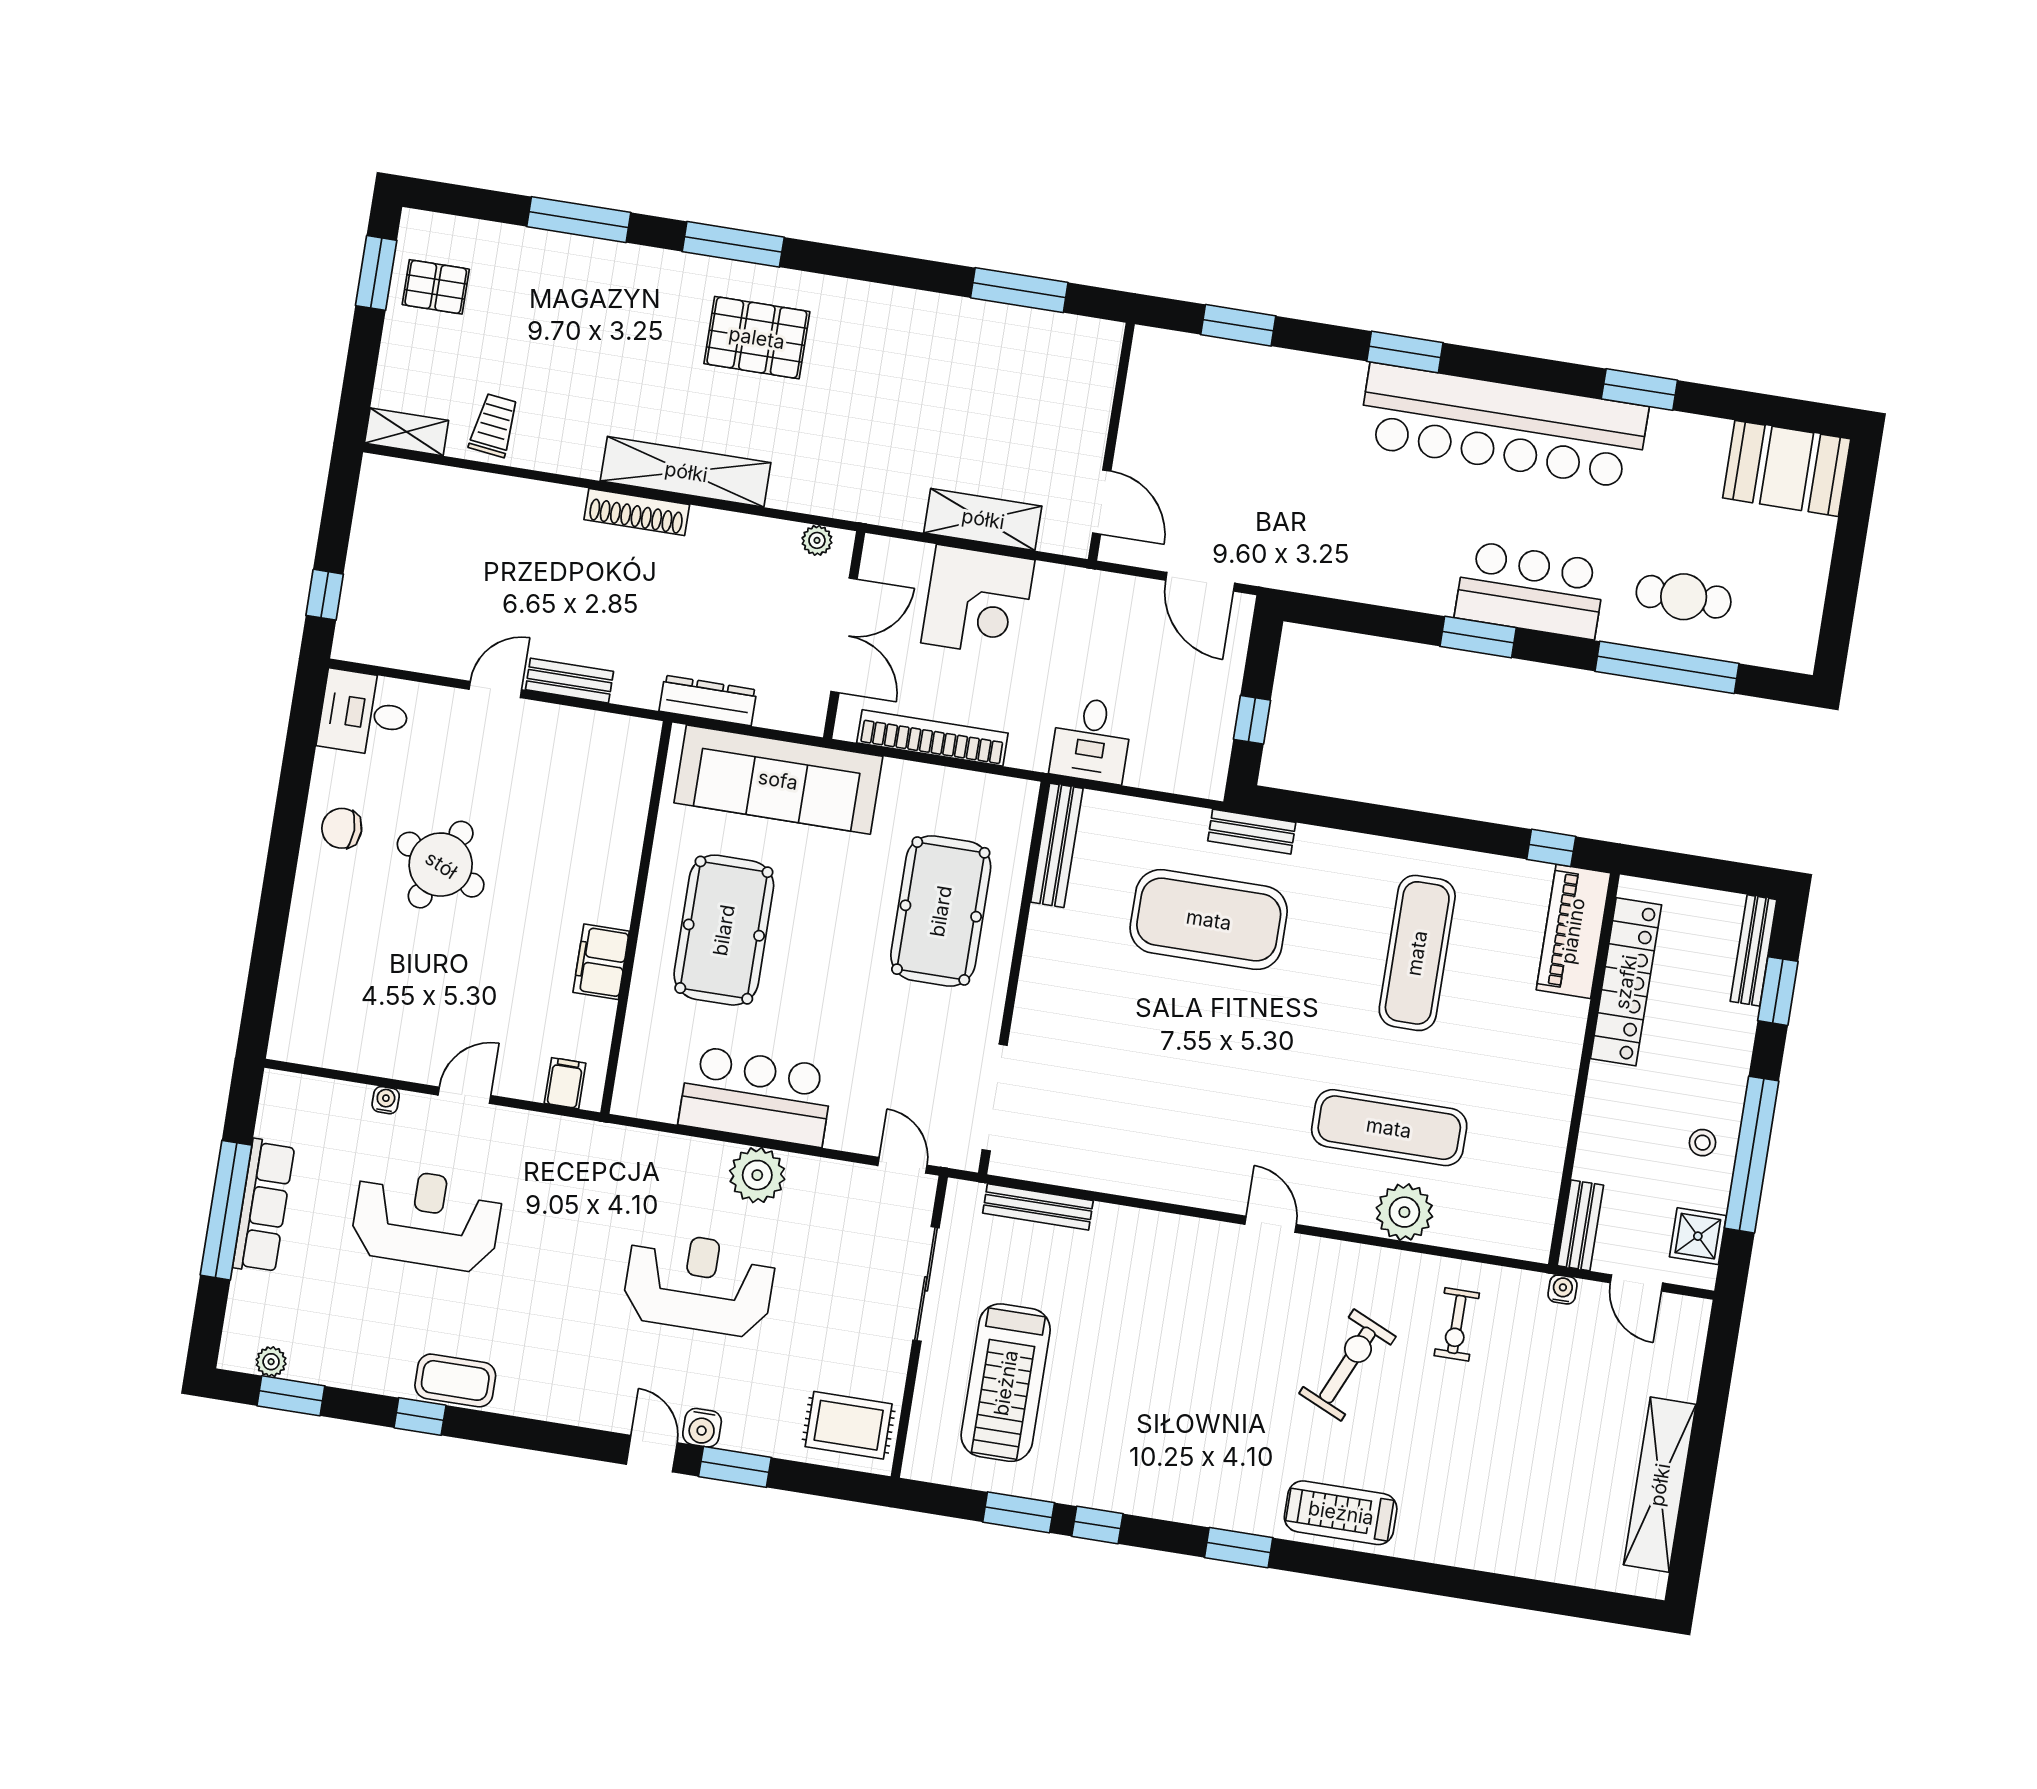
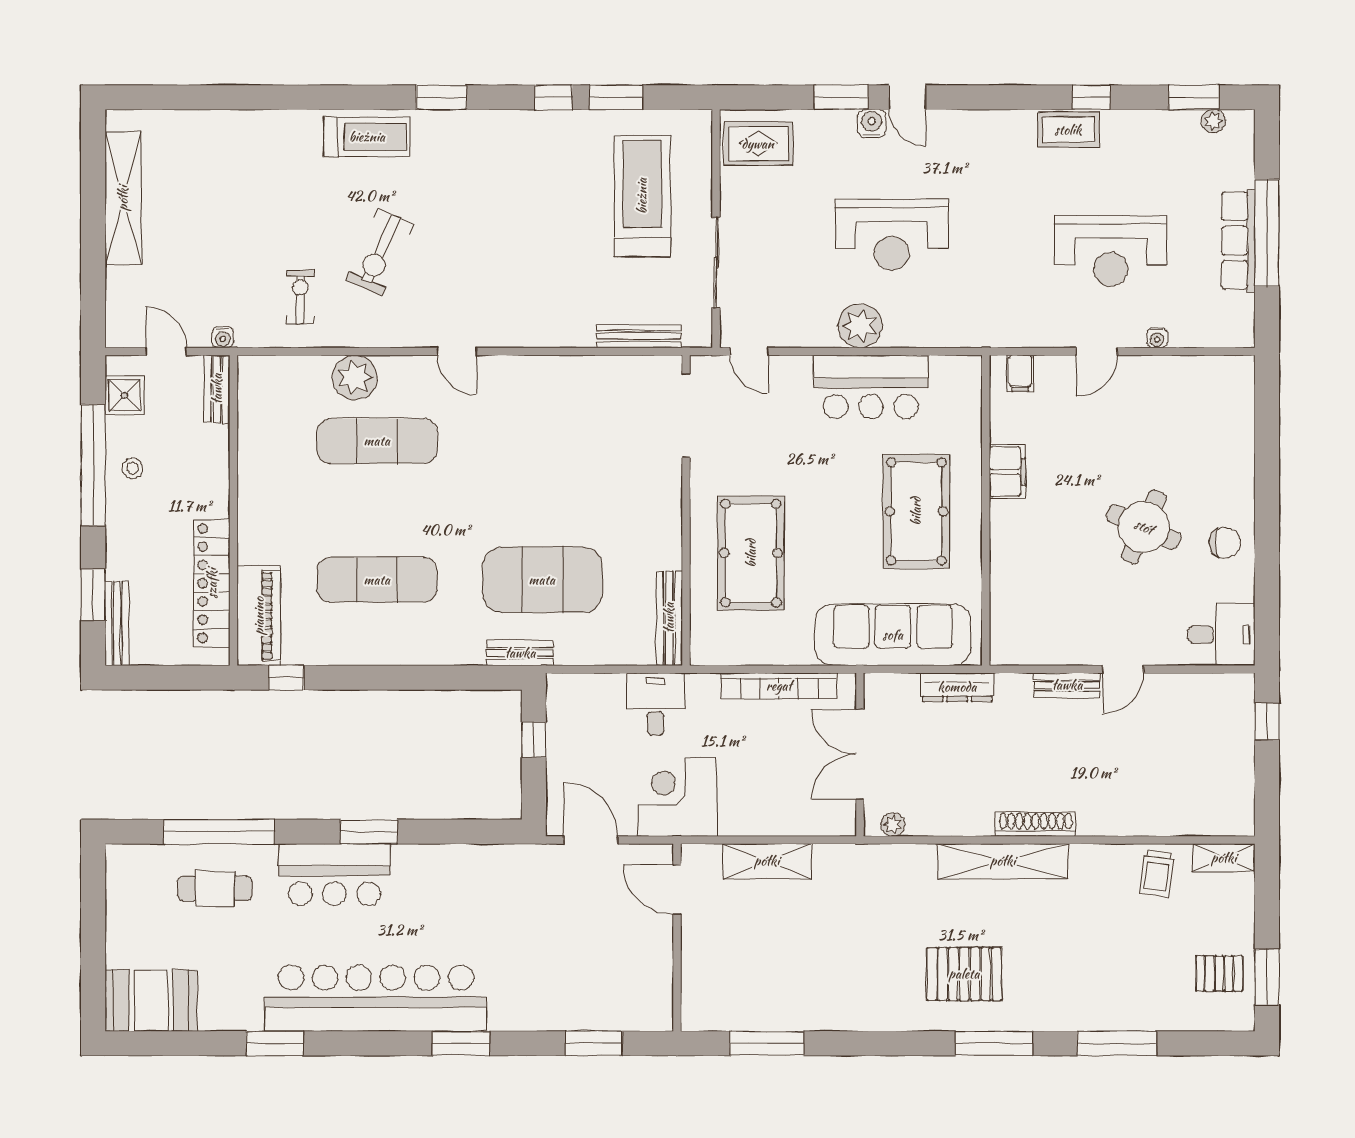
corner desk: (978, 601) -> (678, 797), moved
exercise mat: (1417, 953) -> (377, 580), turned 90

